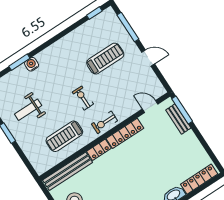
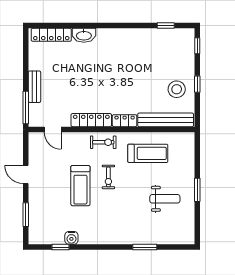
window: (94, 13) -> (61, 247), moved
window: (128, 27) -> (26, 215), width x0.69
treadmill: (105, 59) -> (80, 186), moved, turned -90
water cooler: (32, 64) -> (71, 238), moved
bench: (178, 119) -> (34, 87), moved

